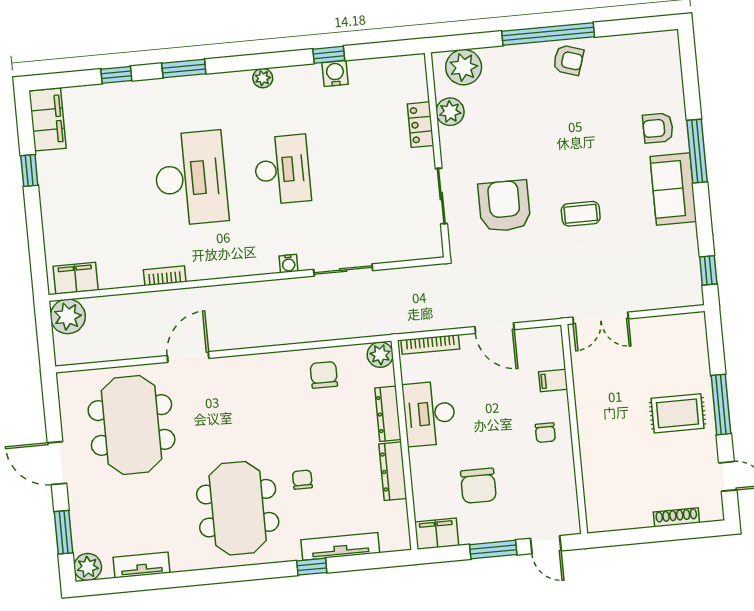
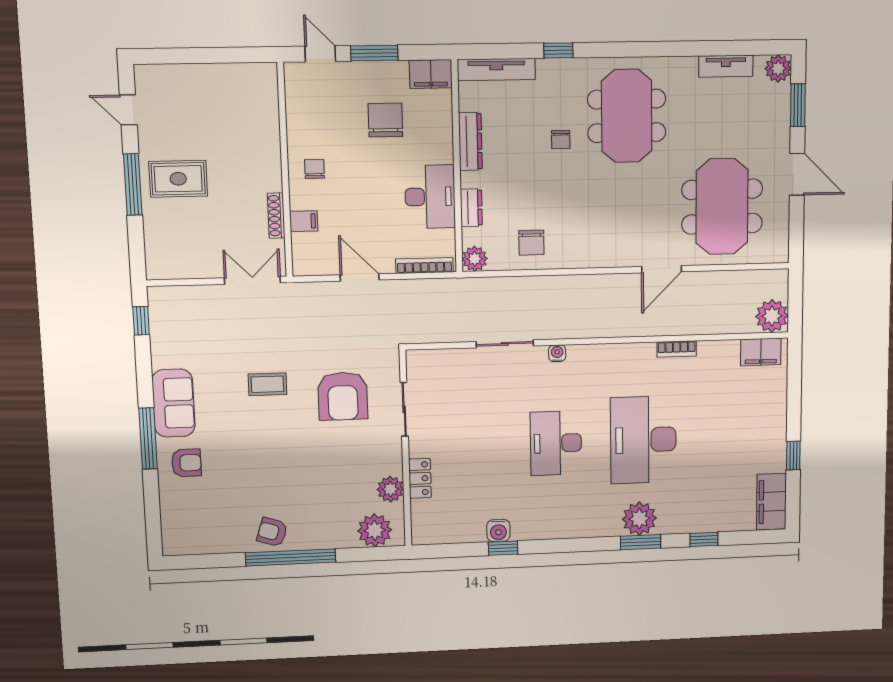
plant: (263, 78) -> (639, 519), moved, width x1.88, depth x1.88
dresser: (388, 414) -> (471, 208), width x0.70
shoe rack: (676, 517) -> (276, 216), moved, turned 90
tv unit: (340, 546) -> (496, 70), moved

